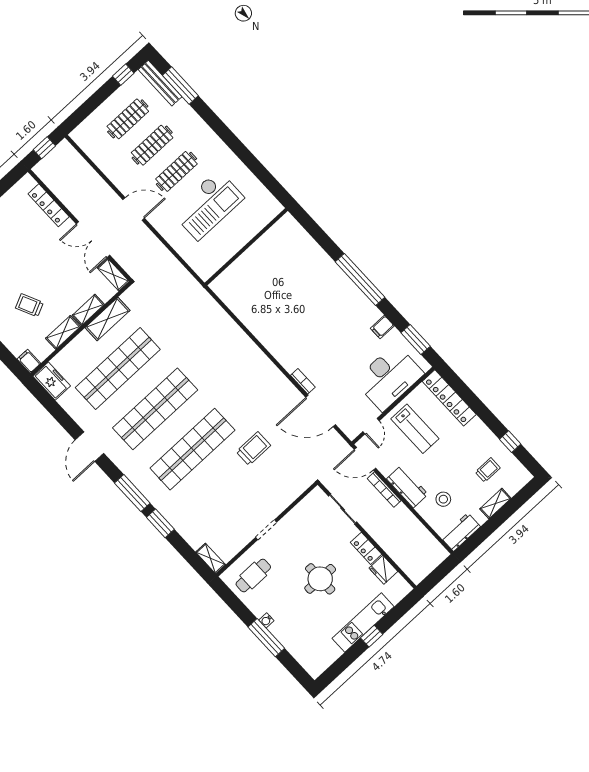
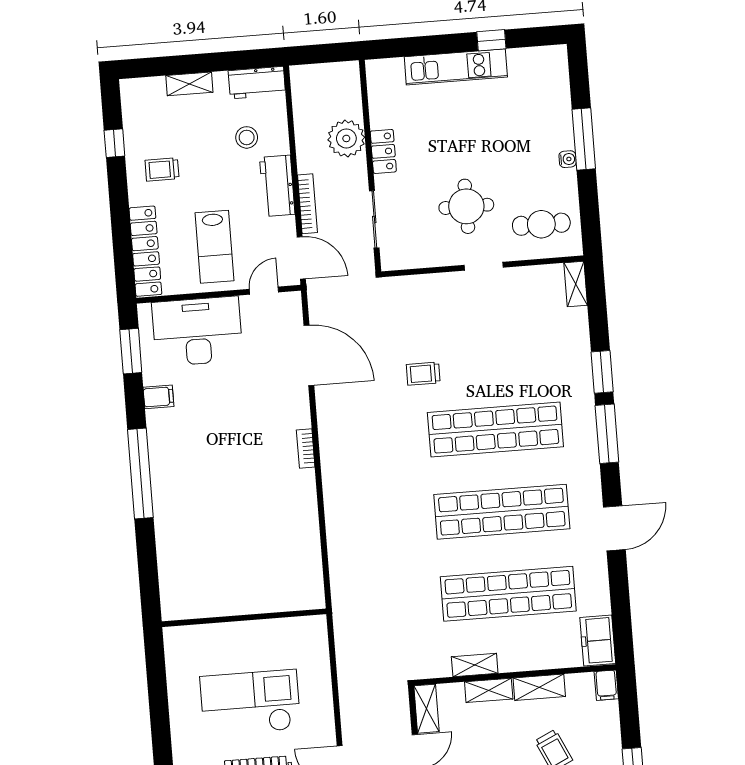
shelving: (108, 319) -> (475, 665), width x0.67, depth x0.75
bookcase: (303, 381) -> (306, 449), moved
lab bench: (415, 429) -> (215, 247), turned 180
trolley: (253, 449) -> (423, 374), width x0.73, depth x0.72
trolley: (488, 470) -> (162, 169), moved
plant: (391, 540) -> (346, 138), added
fridge: (383, 570) -> (383, 110), removed
round table: (320, 579) -> (466, 206), moved
window: (372, 636) -> (491, 40), moved

